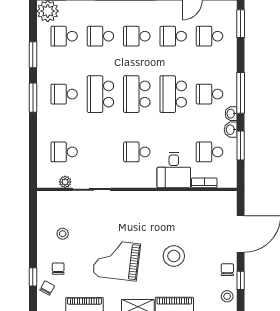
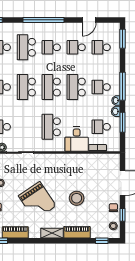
school desk: (100, 36) -> (26, 47), width x1.85
school desk: (137, 152) -> (51, 127), width x1.85
grand piano: (117, 260) -> (37, 201), turned -131

